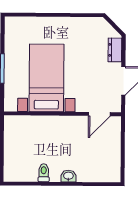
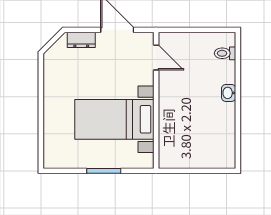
toilet: (44, 173) -> (225, 53), moved

